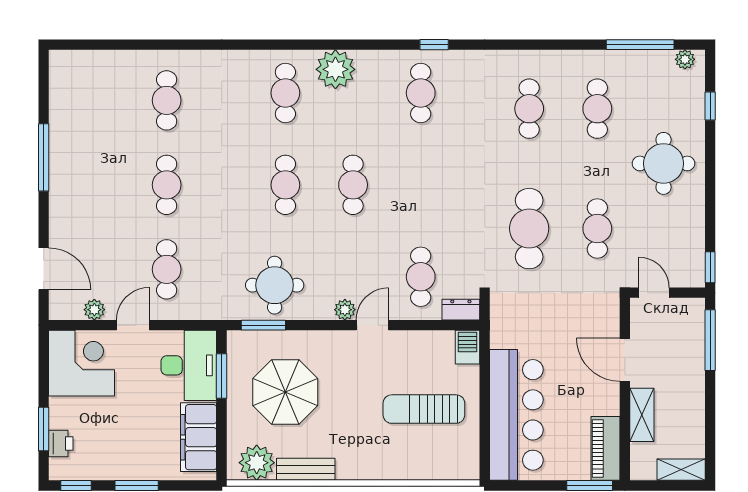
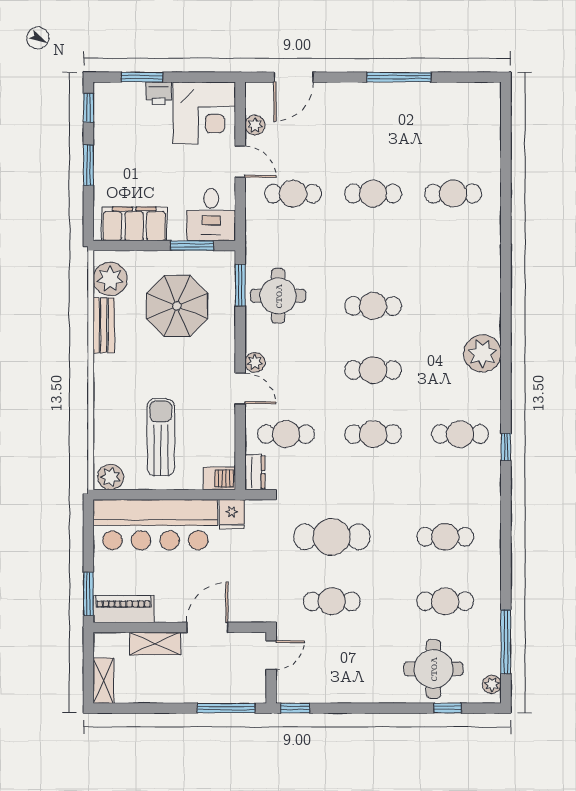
cafe table: (285, 93) -> (373, 434), moved
round table: (664, 163) -> (433, 669), moved
fridge: (505, 334) -> (232, 514), added
desk: (189, 365) -> (211, 215), width x0.73
printer: (61, 444) -> (159, 93), moved
plant: (466, 462) -> (111, 477), added

